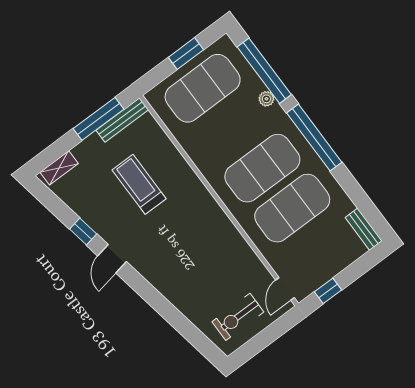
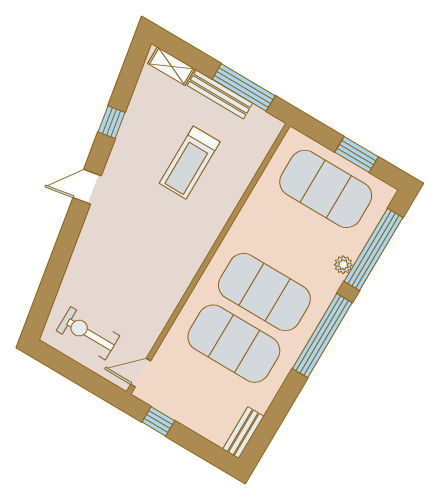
bench: (122, 120) -> (220, 94), moved
treadmill: (139, 184) -> (190, 163), turned 180
door: (112, 259) -> (87, 187), moved

